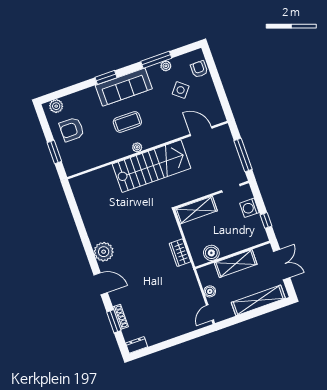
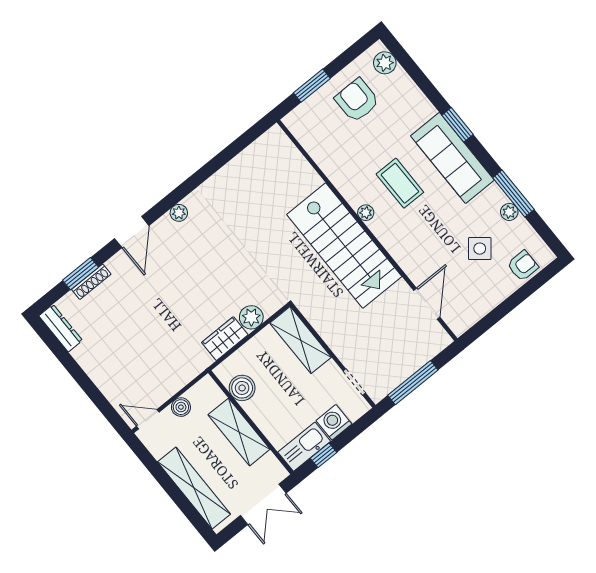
kitchen sink: (257, 230) -> (304, 447), added
plant: (173, 233) -> (251, 317), added
plant: (104, 252) -> (179, 213), width x0.53, depth x0.53
dresser: (137, 345) -> (61, 328), width x1.44

